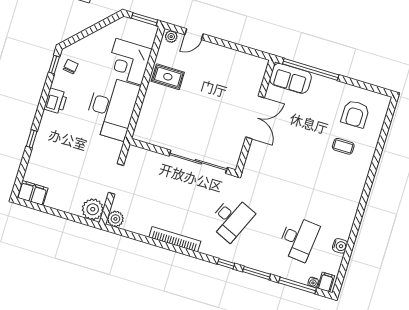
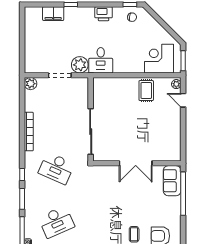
corner desk: (129, 62) -> (159, 59), moved
desk: (112, 108) -> (101, 60), width x0.53, depth x0.77
filing cabinet: (33, 193) -> (53, 14), moved, turned 90
plant: (93, 209) -> (80, 65), moved
desk: (298, 239) -> (56, 222), turned -30

